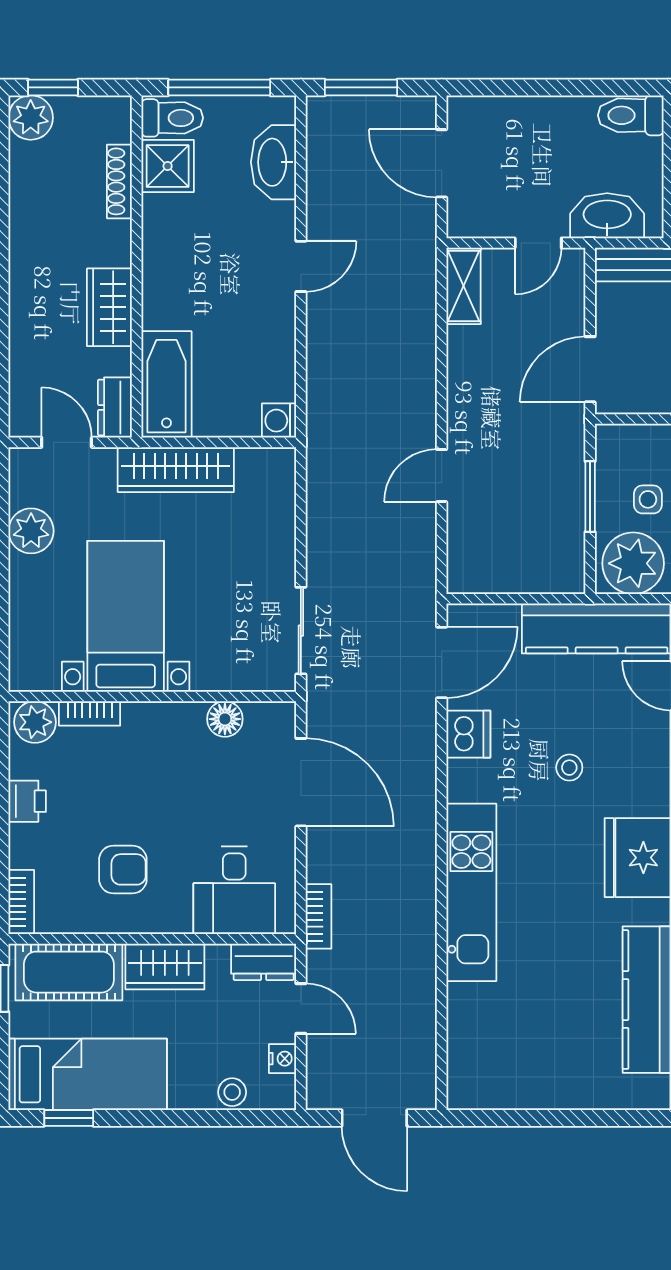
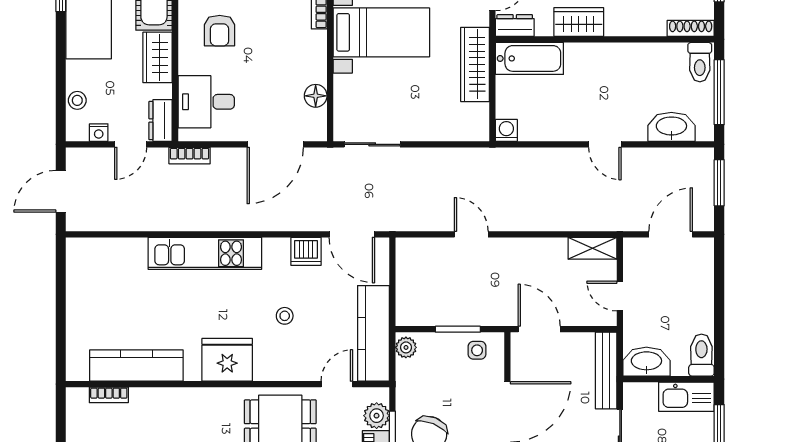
shower: (168, 166) -> (669, 59), removed
shoe rack: (119, 181) -> (691, 28), moved
washbasin: (607, 216) -> (646, 362), moved, turned -90
side table: (648, 499) -> (477, 350), moved
plant: (633, 563) -> (406, 347), width x0.53, depth x0.53

